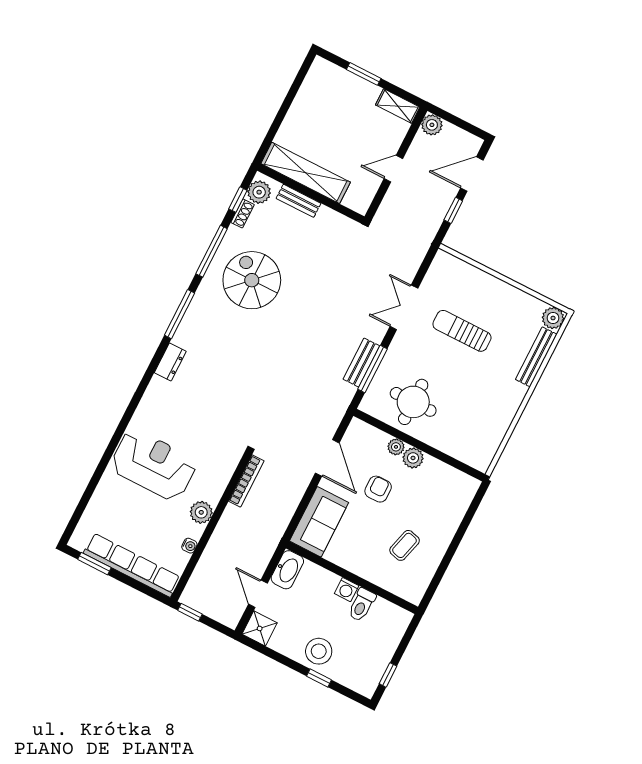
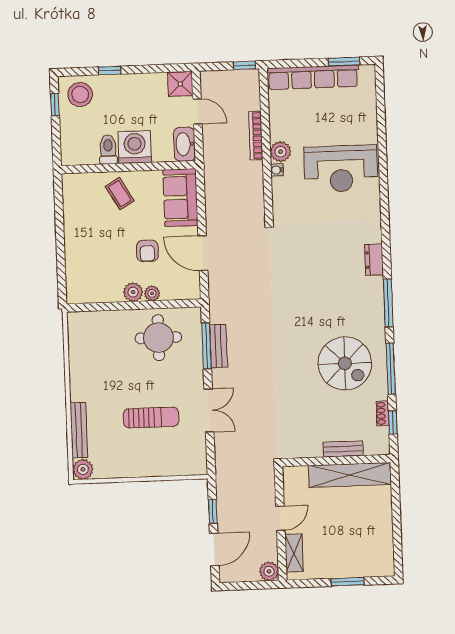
shelving: (398, 106) -> (294, 553), moved, turned 90
plant: (259, 192) -> (379, 438), removed
bookcase: (246, 481) -> (256, 136), moved
coffee table: (405, 545) -> (120, 194), moved, turned -45
water cooler: (189, 546) -> (277, 170), moved
washing machine: (347, 590) -> (135, 147), width x1.89, depth x1.89
stool: (319, 651) -> (80, 95), moved

